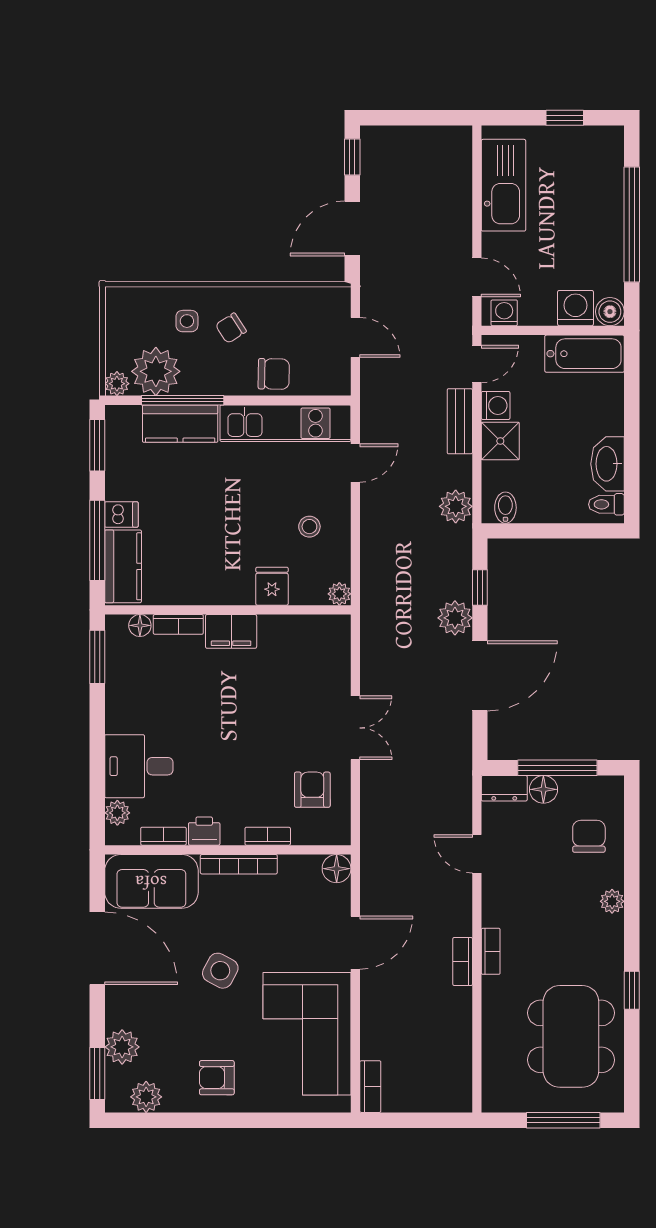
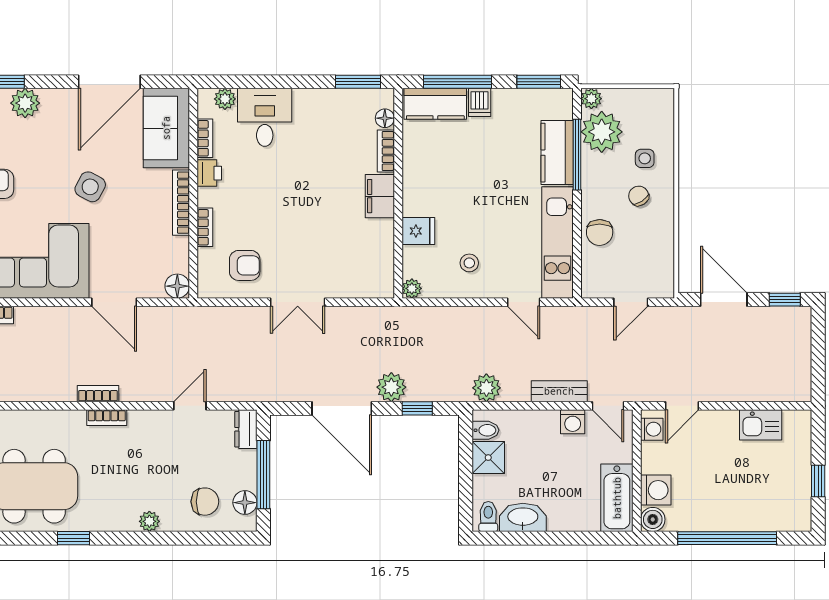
kitchen sink: (503, 185) -> (761, 425), width x0.53, depth x0.81
shower: (500, 441) -> (488, 458), moved
floor lamp: (543, 789) -> (245, 503), moved

